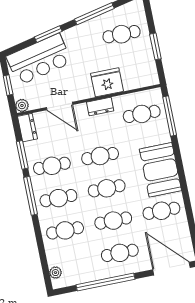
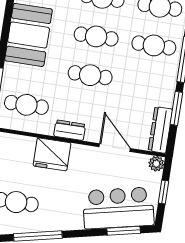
window: (48, 34) -> (124, 231), moved
dresser: (27, 128) -> (160, 130), width x1.44
cafe table: (52, 166) -> (148, 84), removed

